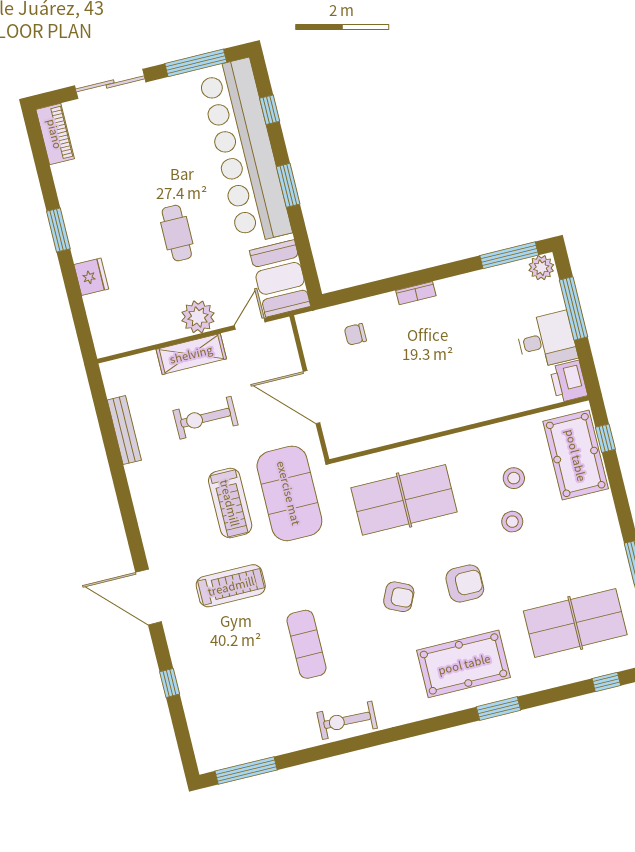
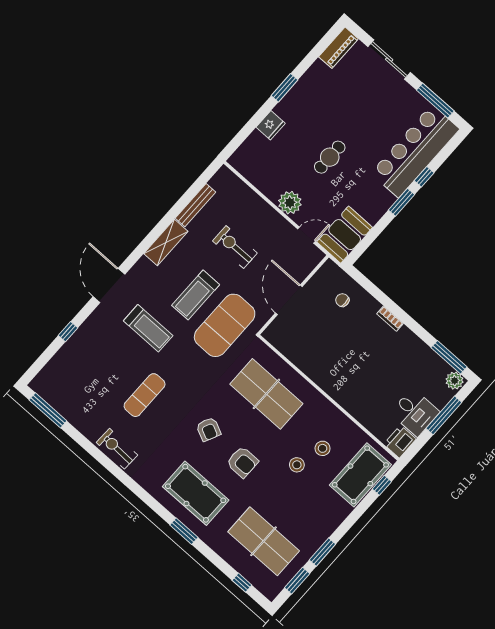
window: (270, 110) -> (424, 177), moved
bar counter: (245, 151) -> (415, 151), width x0.73
shelving: (191, 354) -> (166, 243), moved, turned 90

